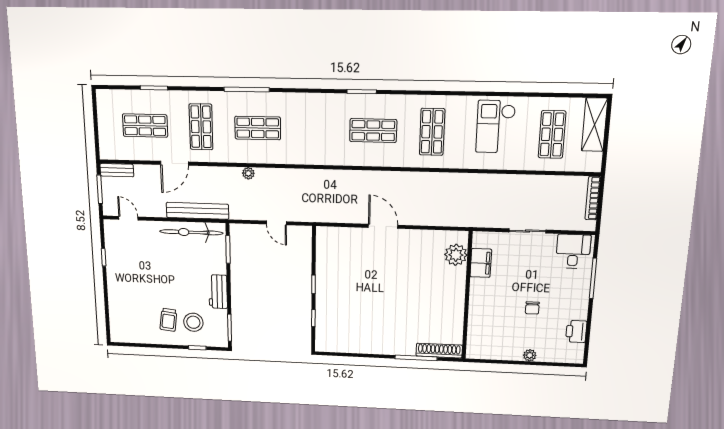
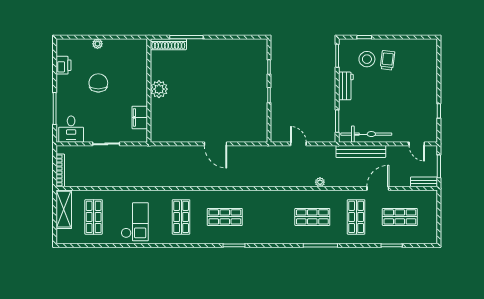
shelving: (594, 125) -> (64, 209), moved
plant: (456, 255) -> (159, 89), moved
chair: (532, 308) -> (98, 83), width x1.87, depth x1.87

